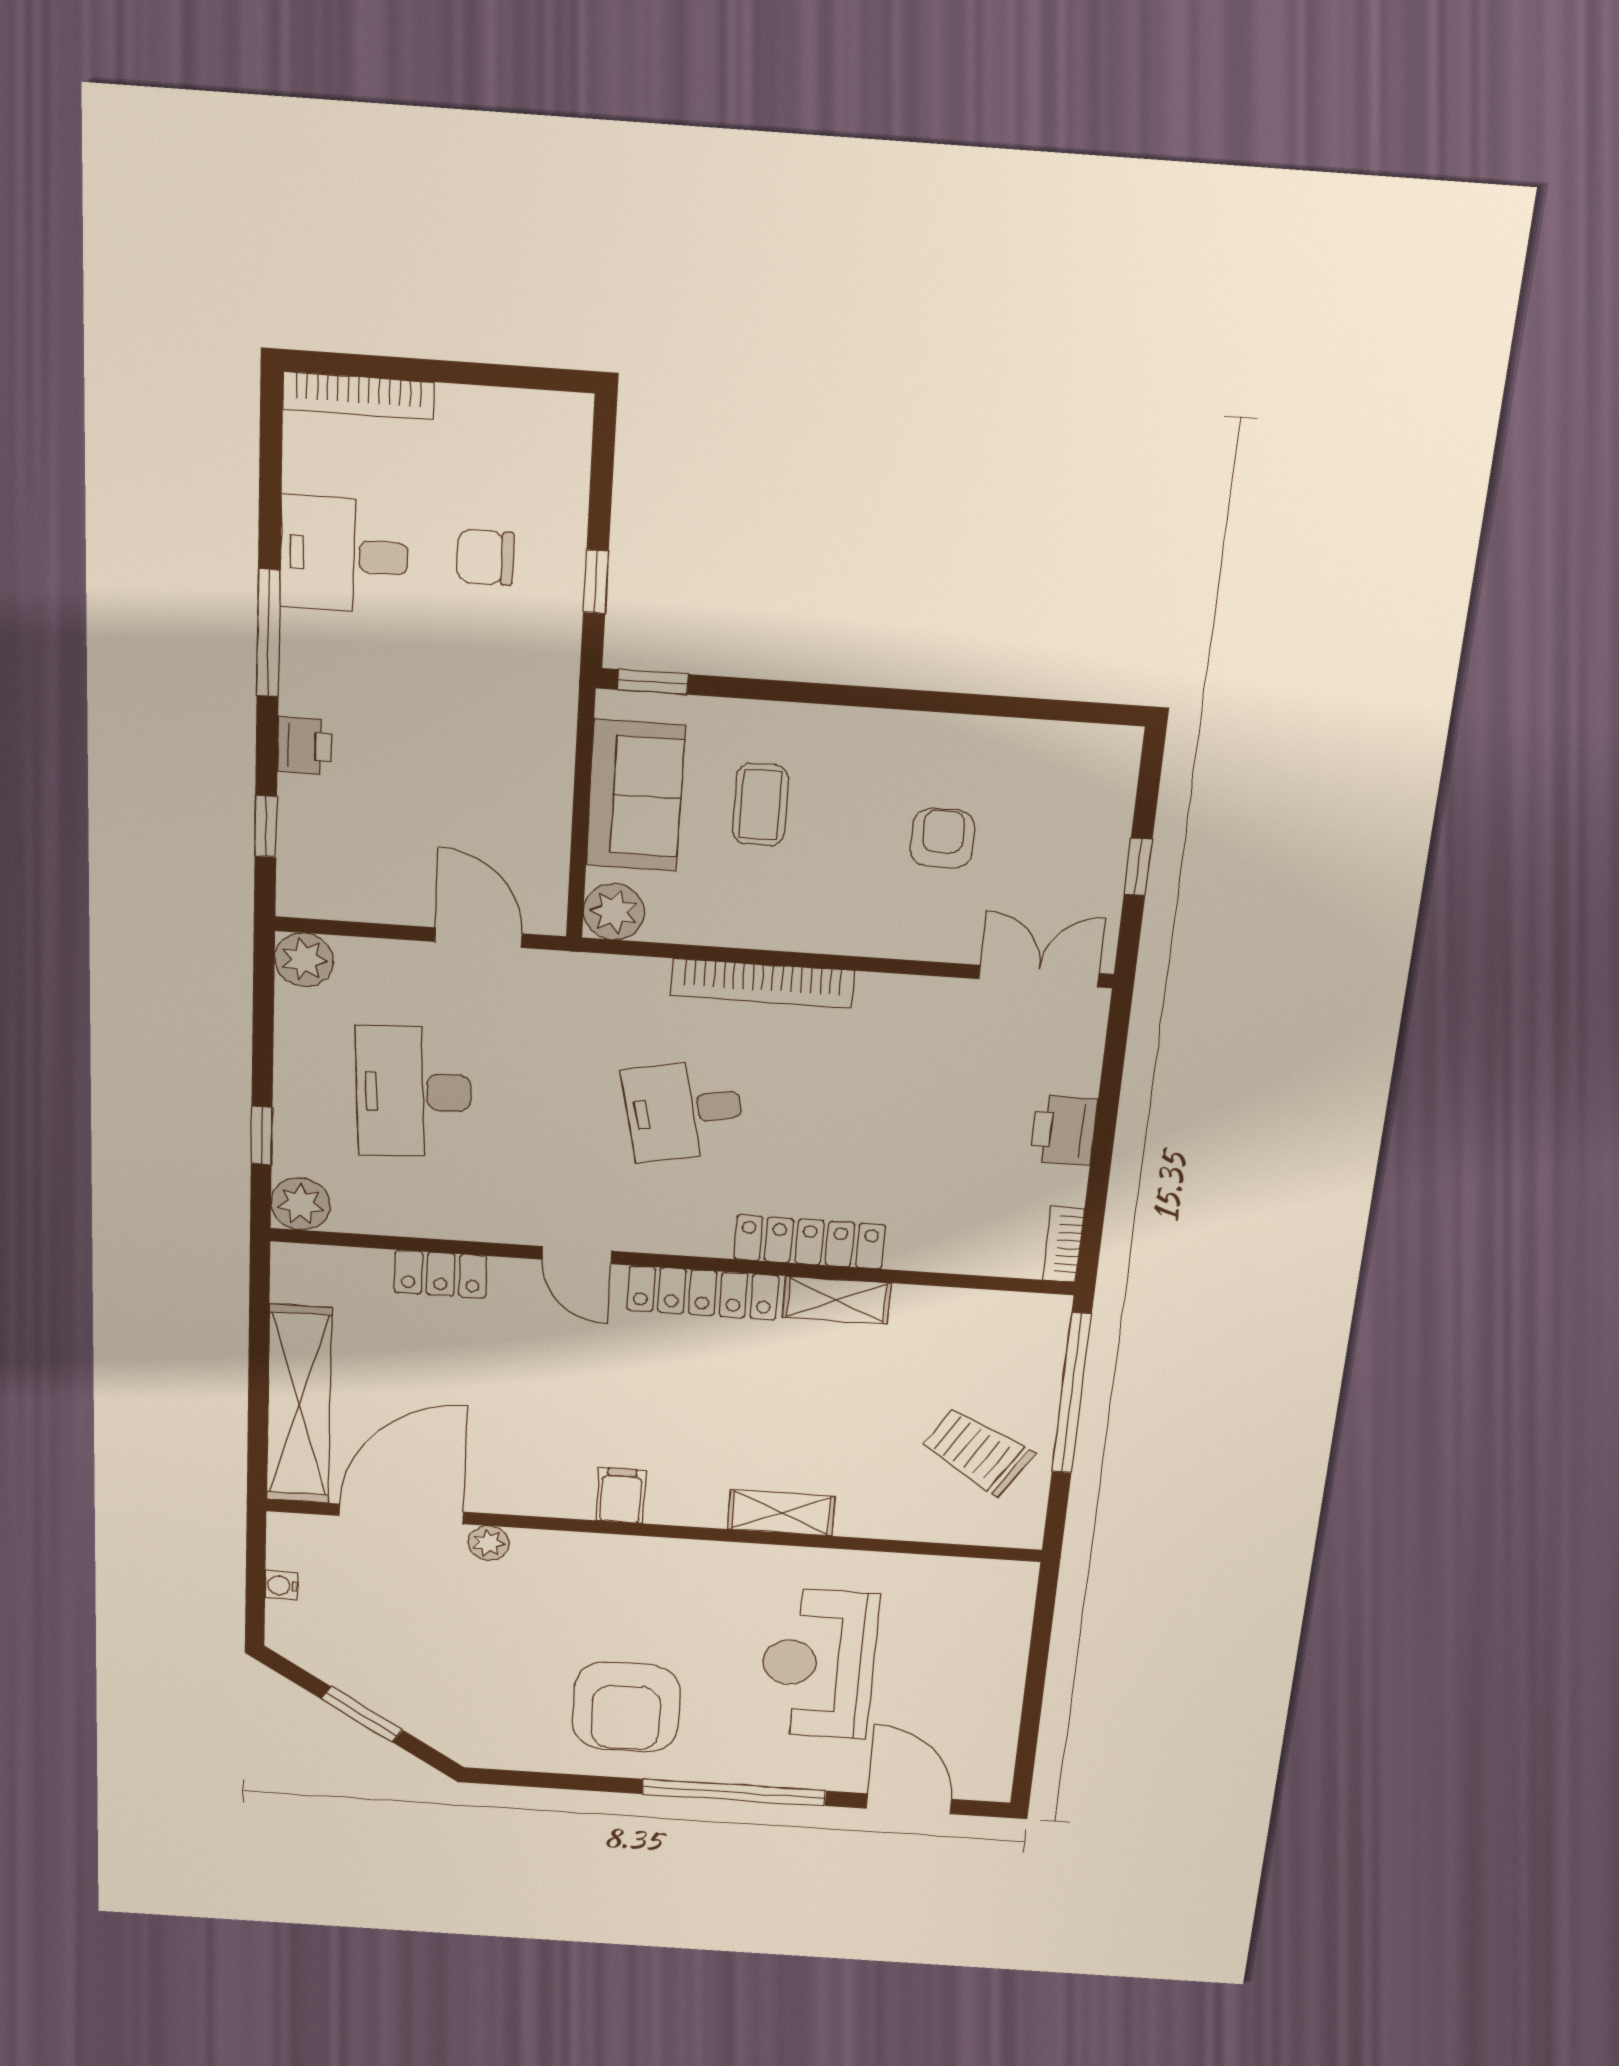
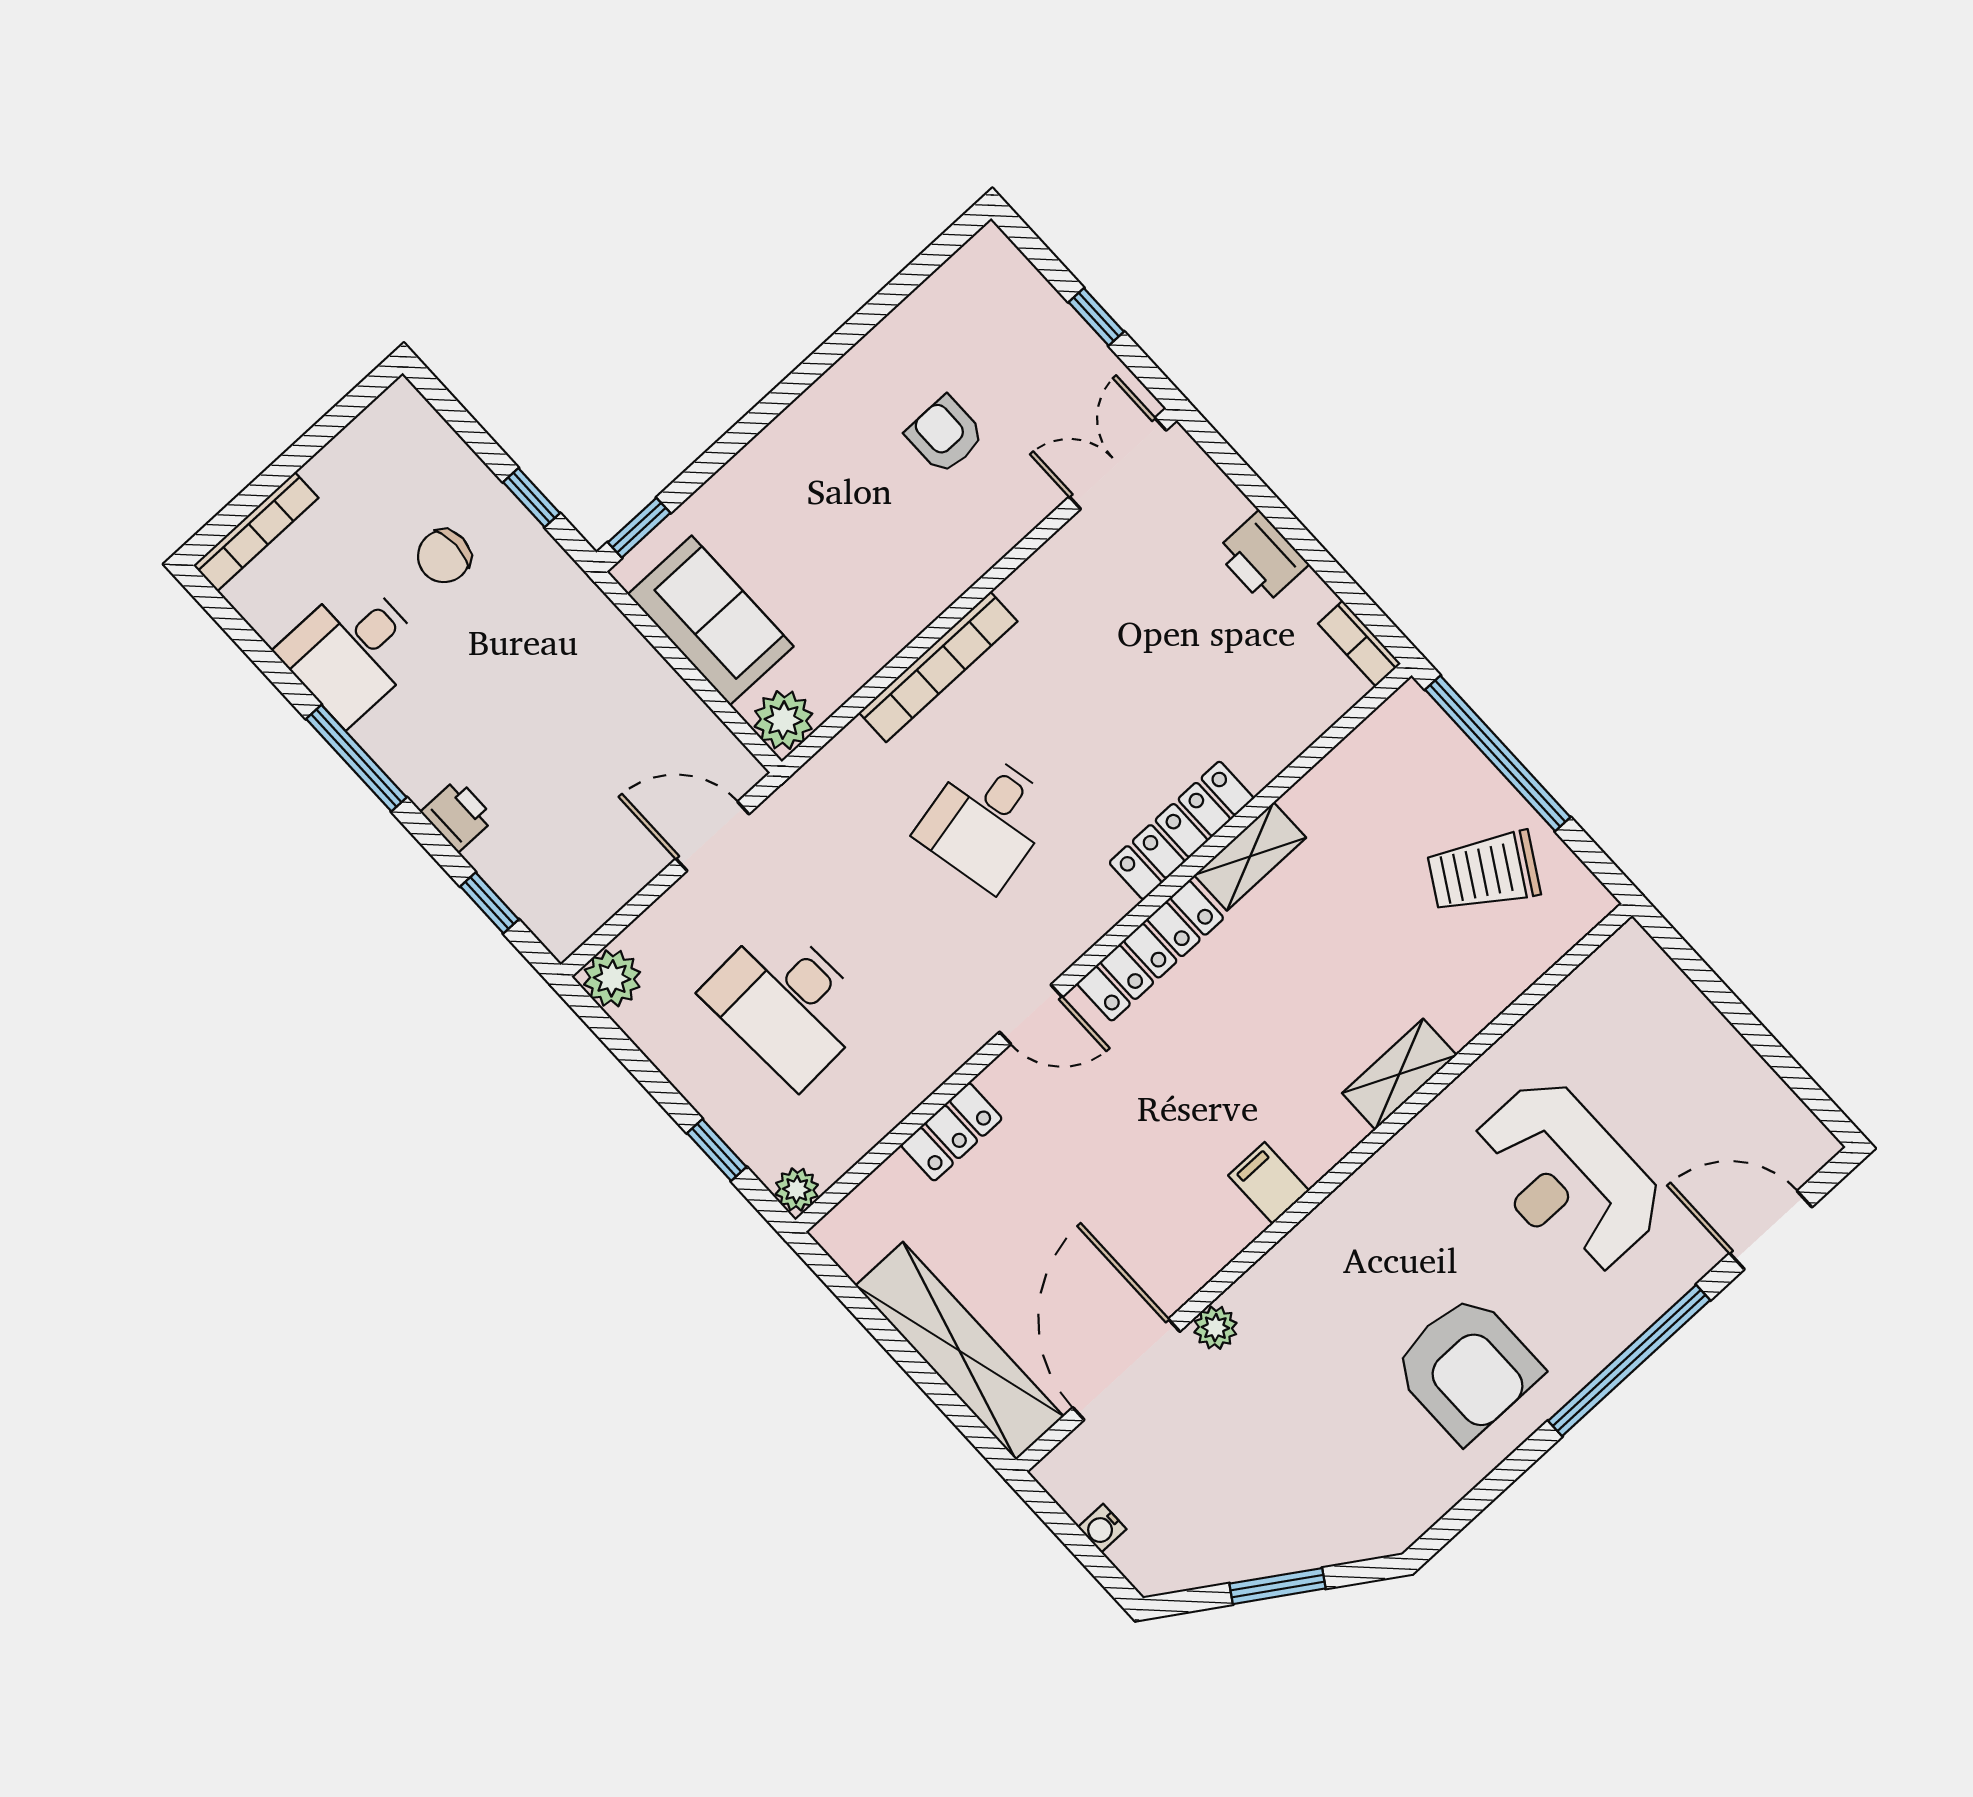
coffee table: (761, 805) -> (800, 539), removed
plant: (300, 1204) -> (797, 1189), width x0.73, depth x0.73

